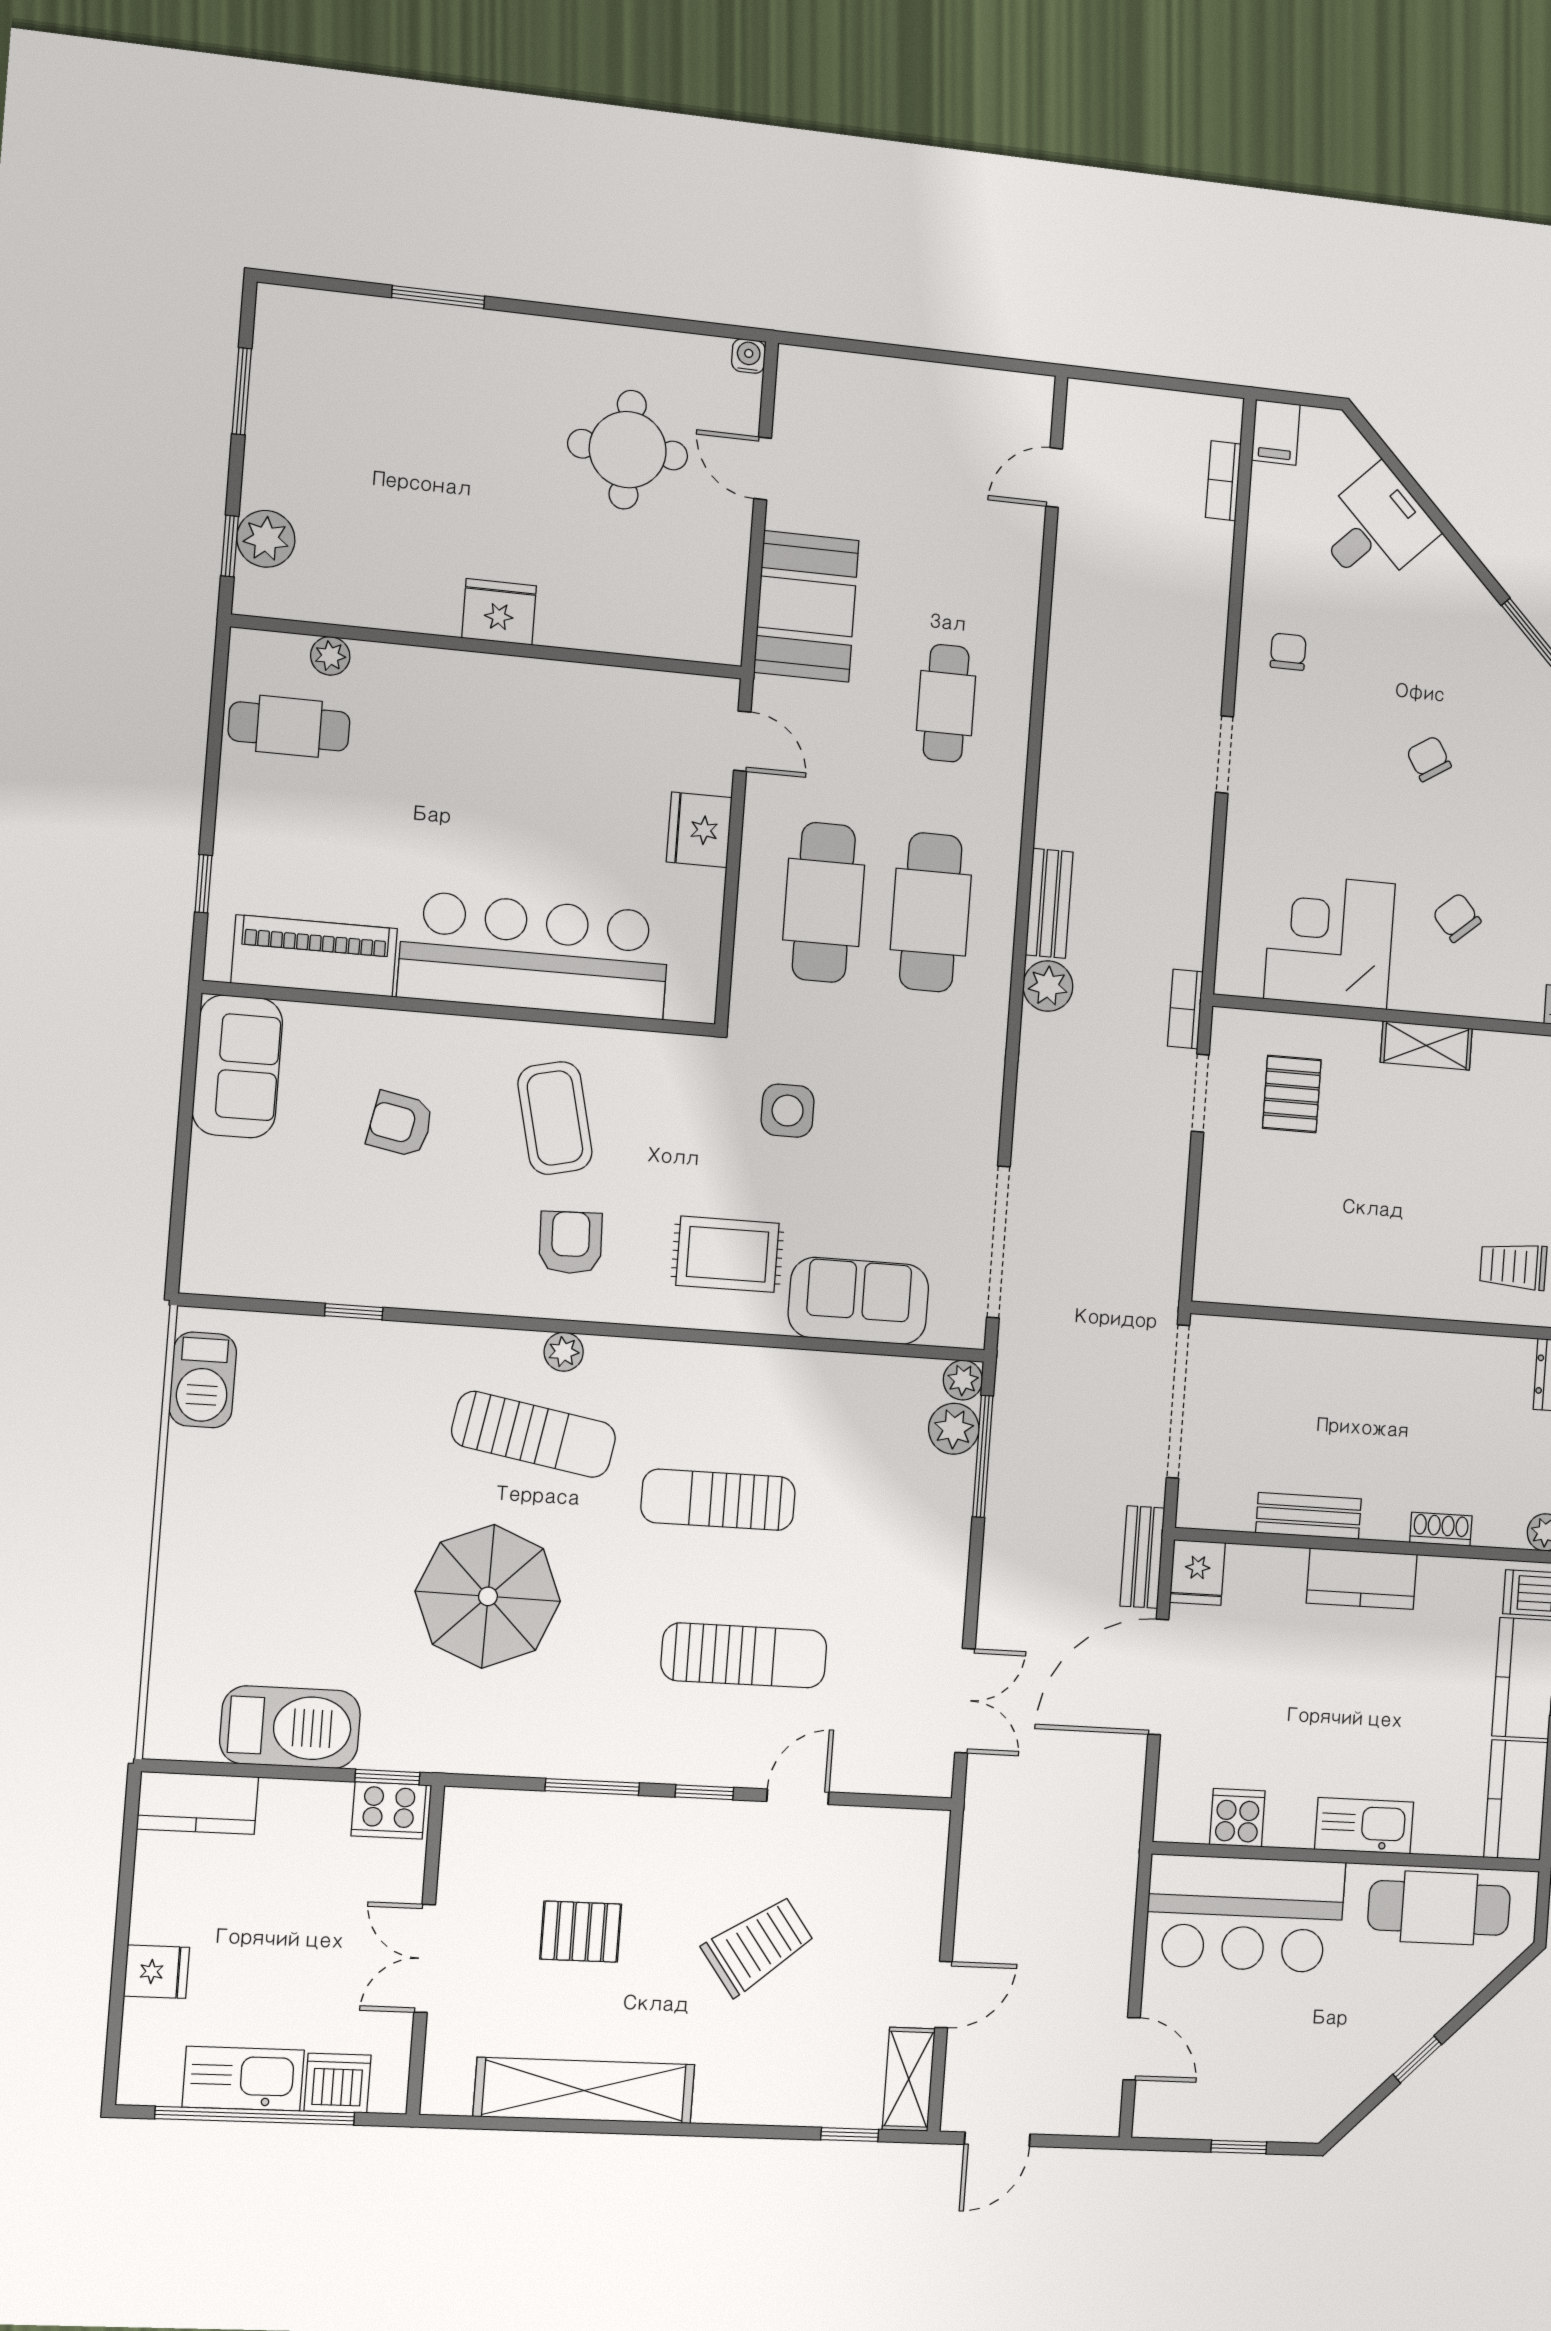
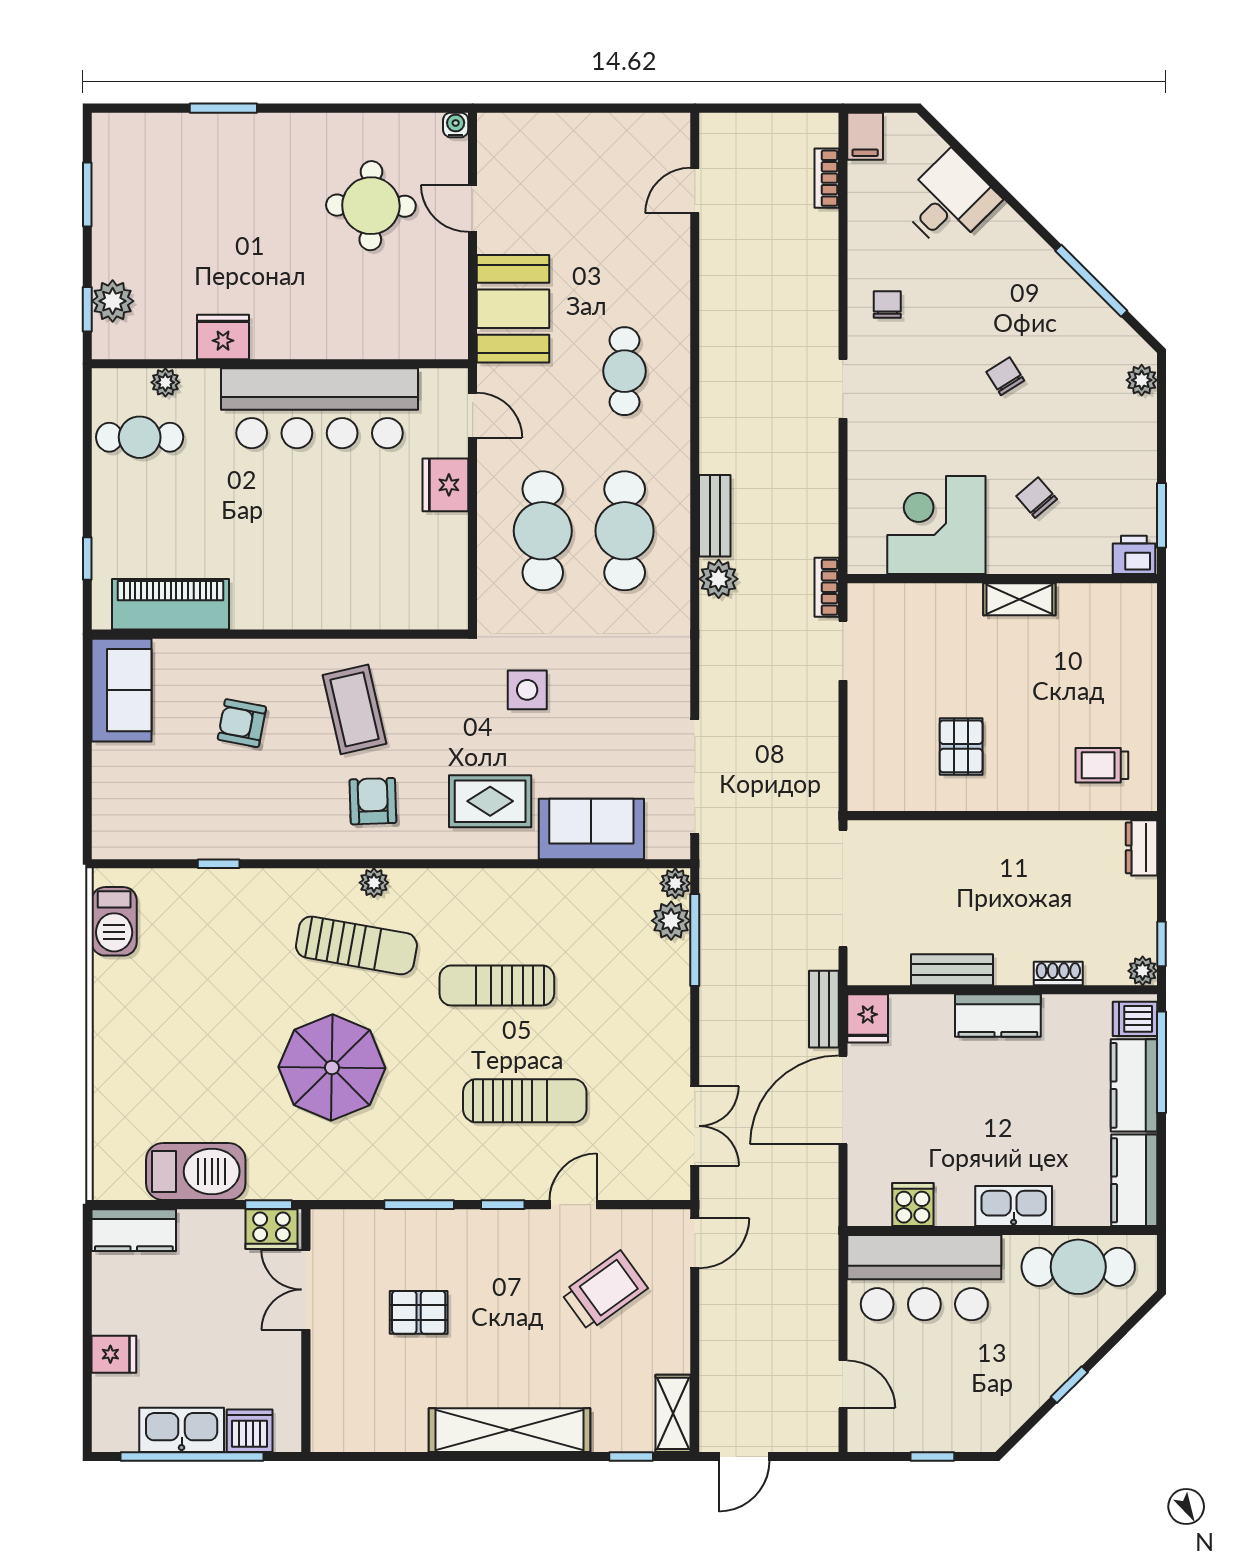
fridge: (499, 612) -> (223, 337), moved
bar counter: (534, 955) -> (320, 408), moved, turned 180
pallet: (1292, 1094) -> (961, 746), moved
trolley: (758, 1946) -> (605, 1291), moved
double door: (425, 1958) -> (306, 1290), moved
door: (944, 1995) -> (695, 1243), moved
shelving: (584, 2090) -> (510, 1430), moved

